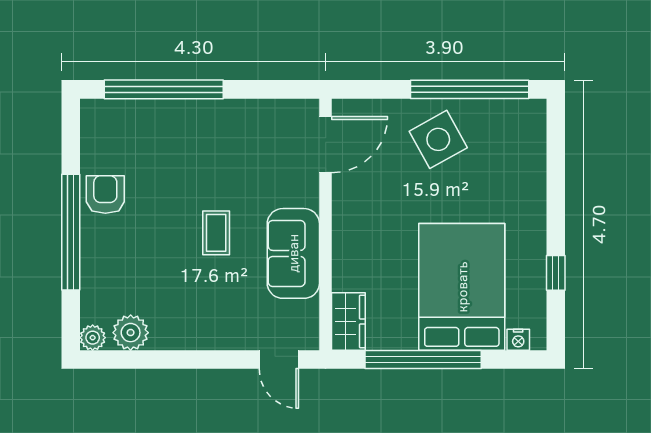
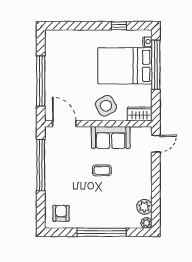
window: (164, 89) -> (41, 165), moved
window: (470, 89) -> (41, 81), moved
side table: (438, 139) -> (106, 106), moved
armchair: (105, 194) -> (61, 213), moved, turned 90
window: (423, 359) -> (156, 65), moved

